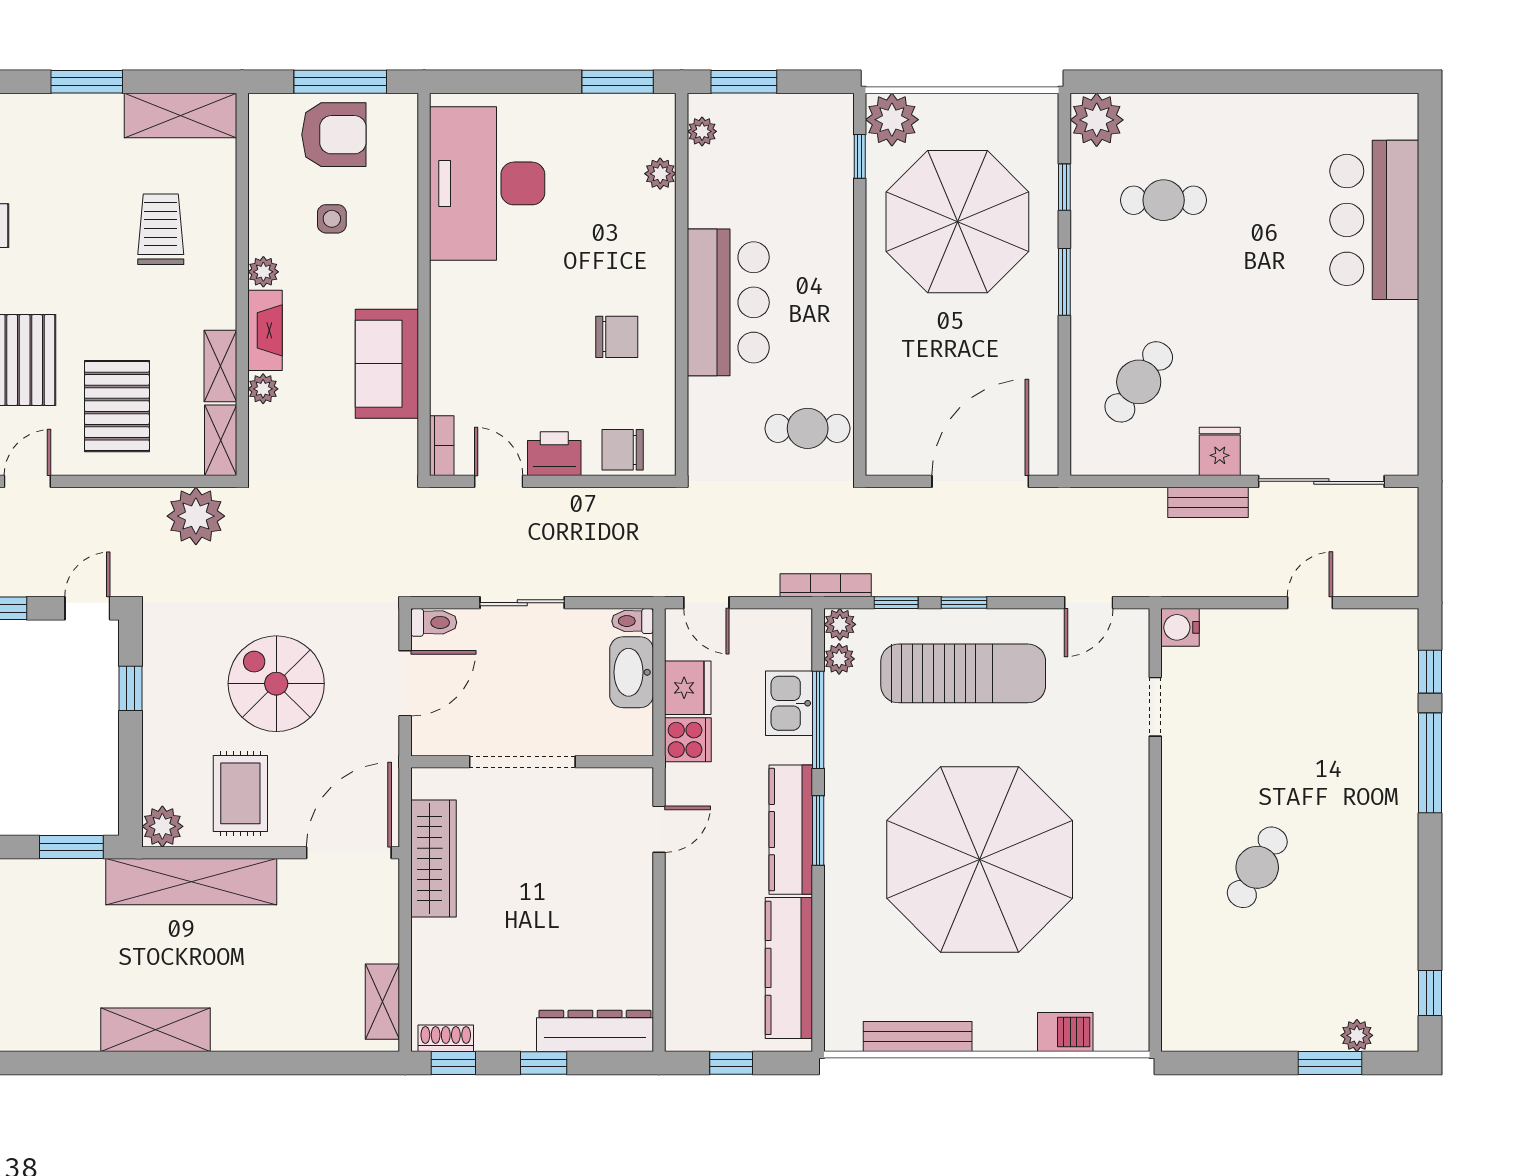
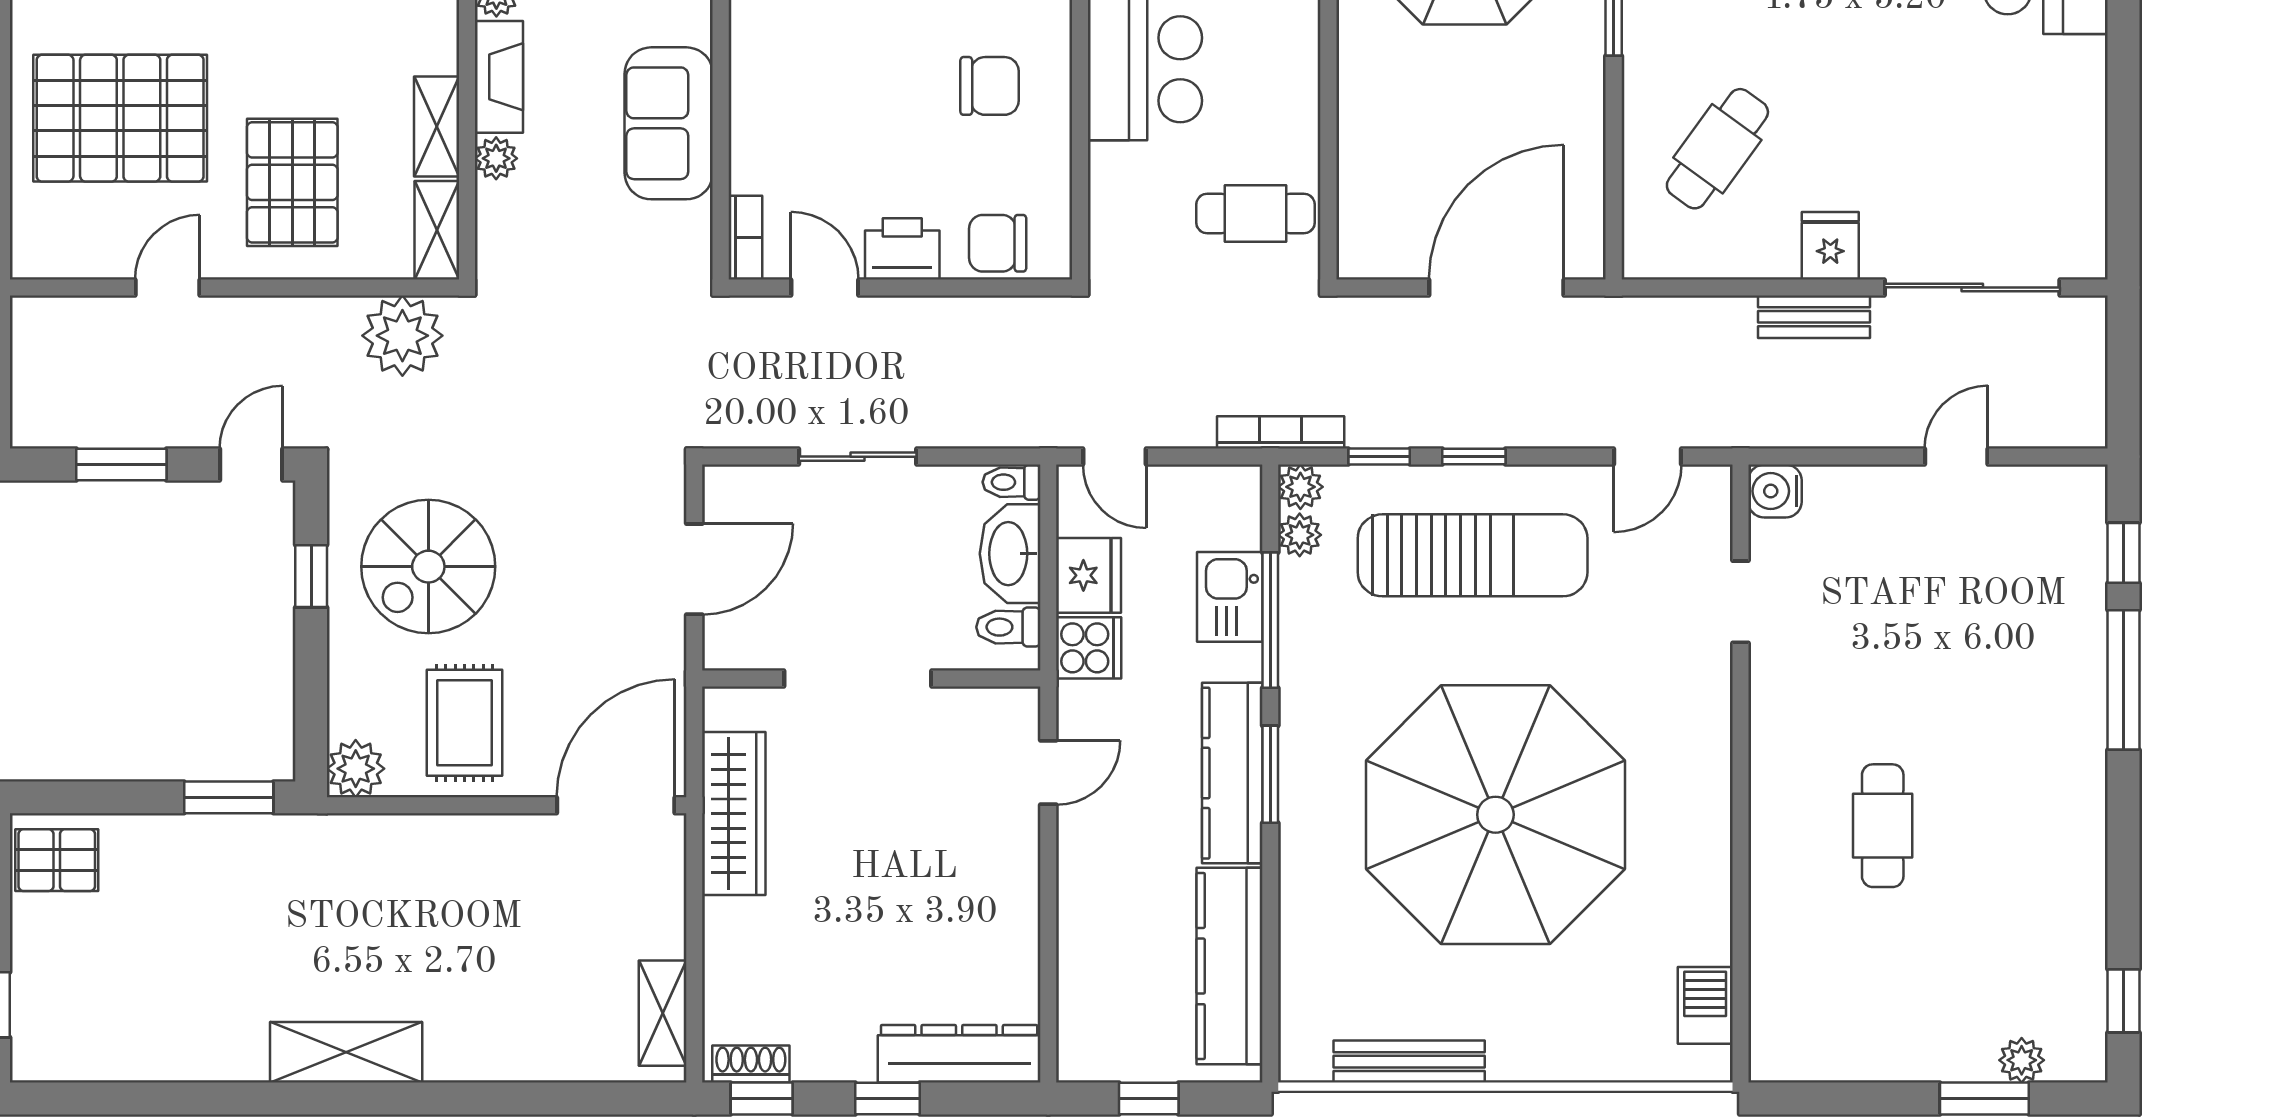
toilet: (434, 622) -> (1008, 627), moved, turned 180
spiral stairs: (276, 684) -> (428, 567), moved, turned -90
cafe table: (1257, 867) -> (1883, 826), turned -30
shelving: (191, 882) -> (396, 846), removed
barbecue: (1065, 1032) -> (1705, 1005), moved, turned -90

